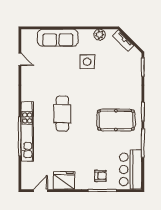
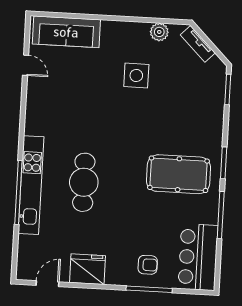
sofa: (58, 38) -> (66, 32), moved
cafe table: (62, 114) -> (84, 182), moved

